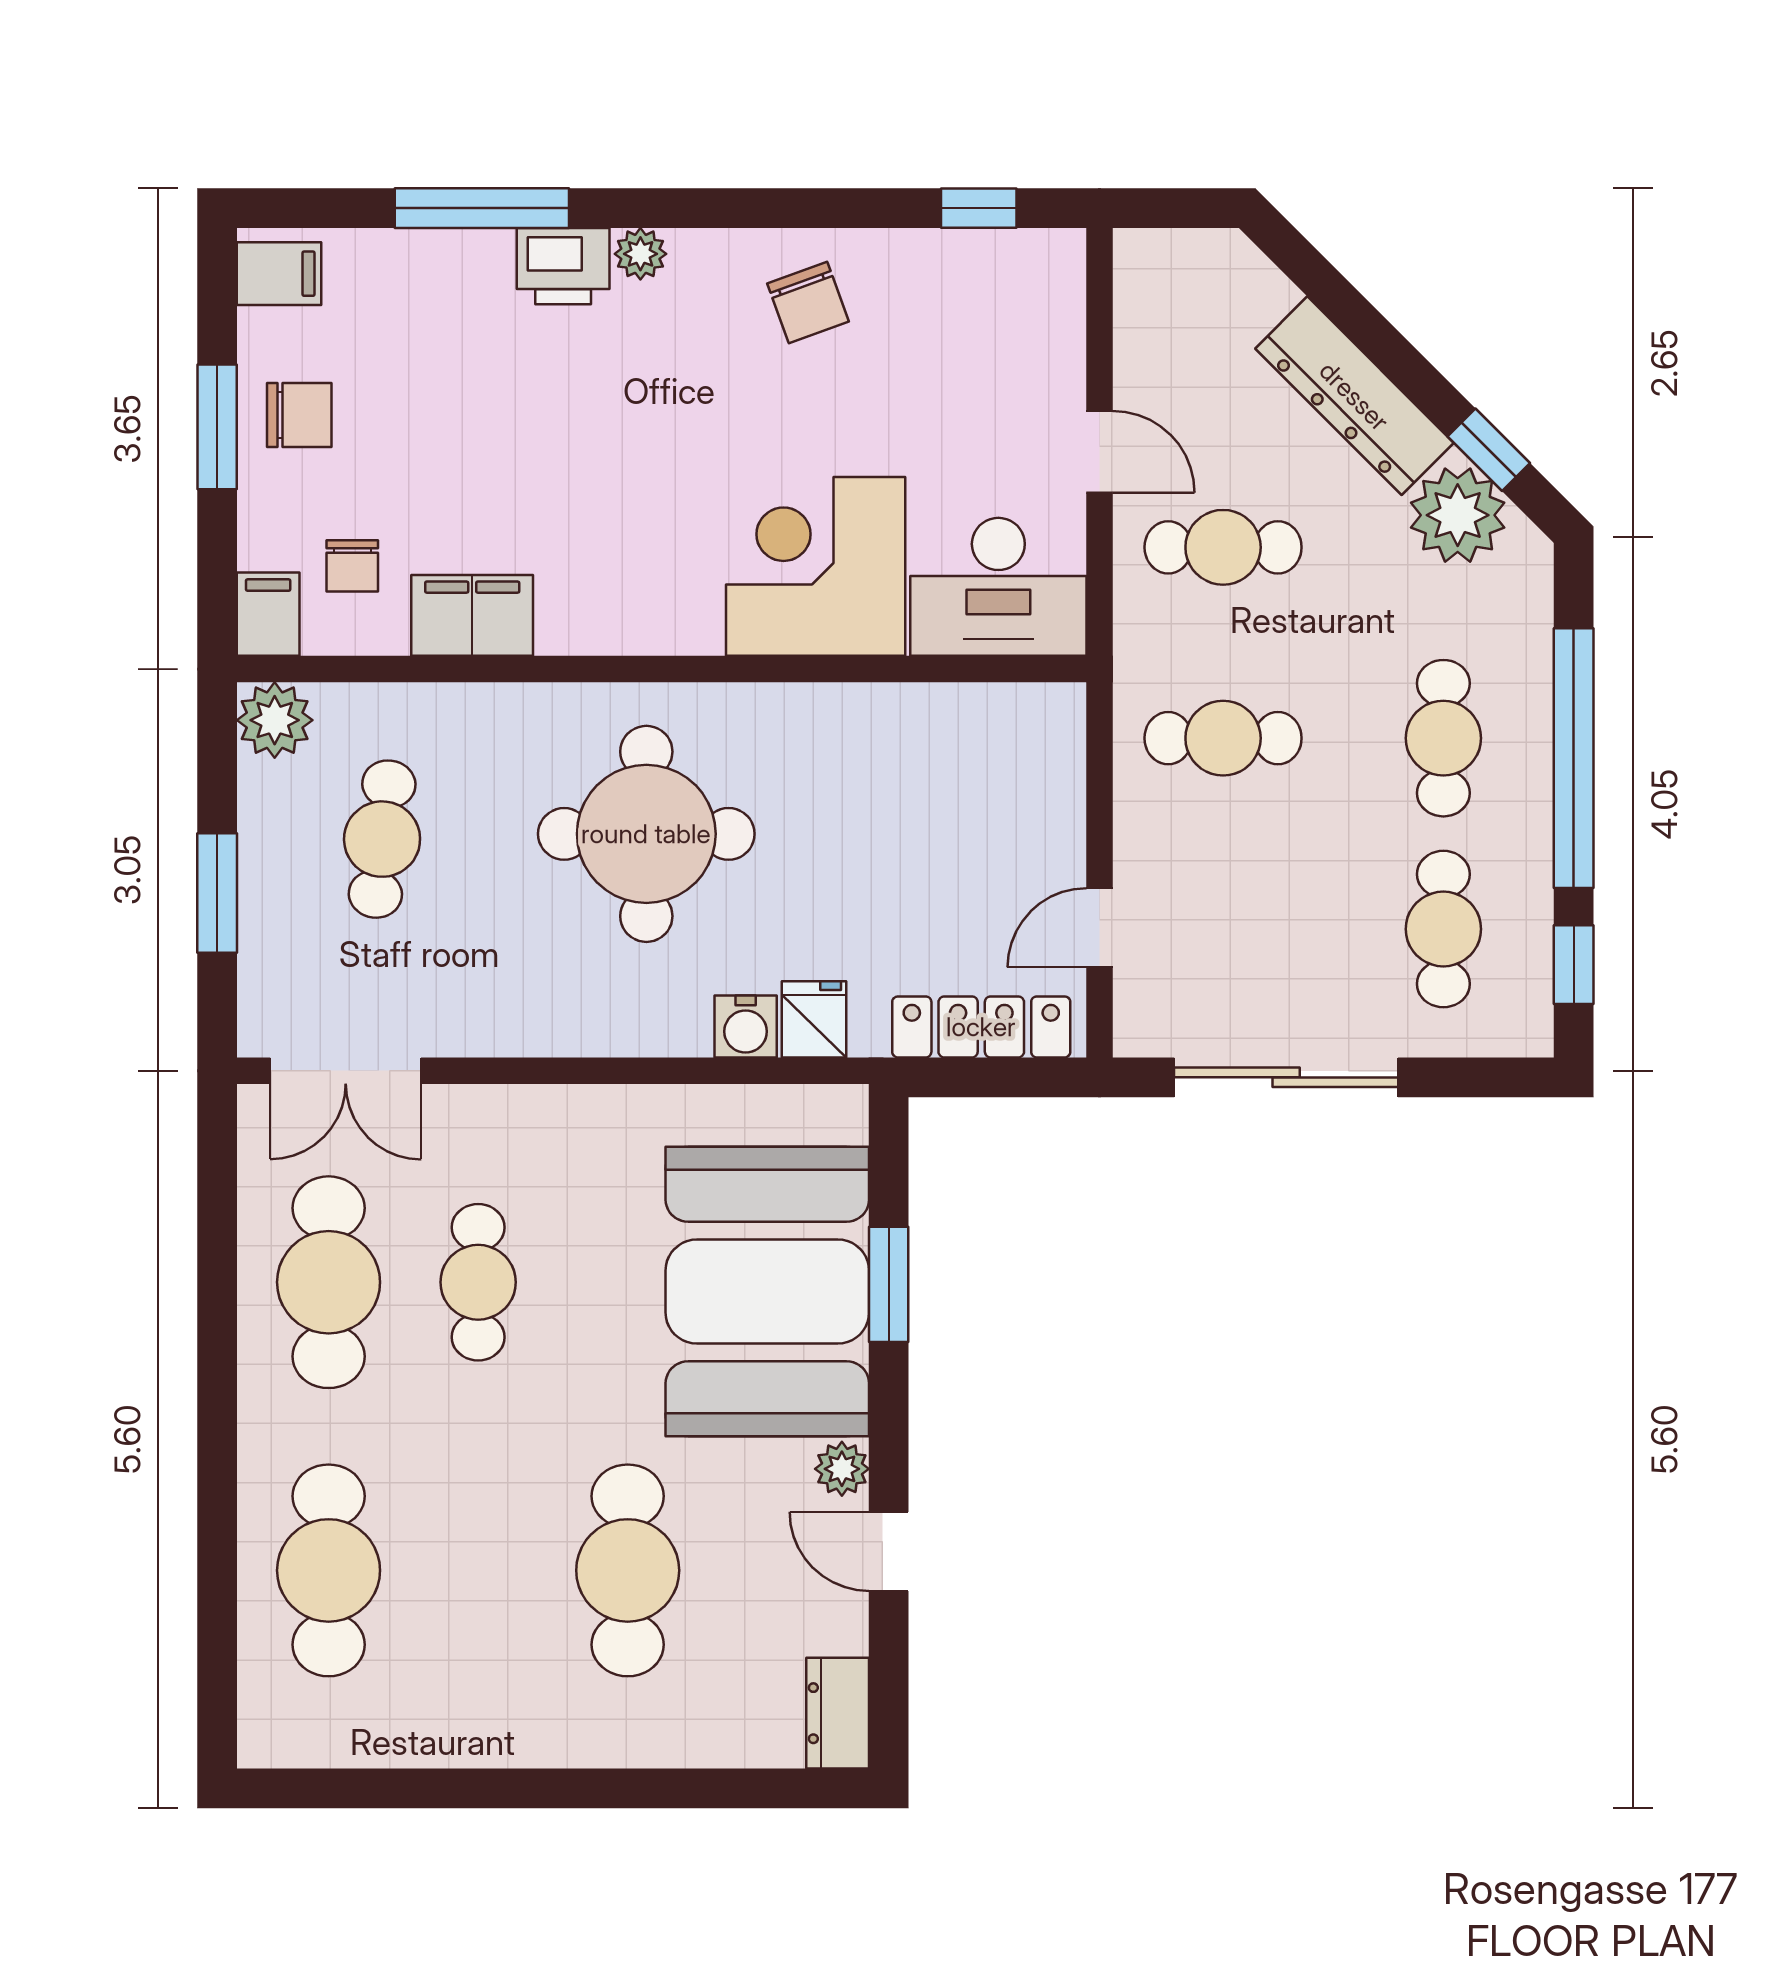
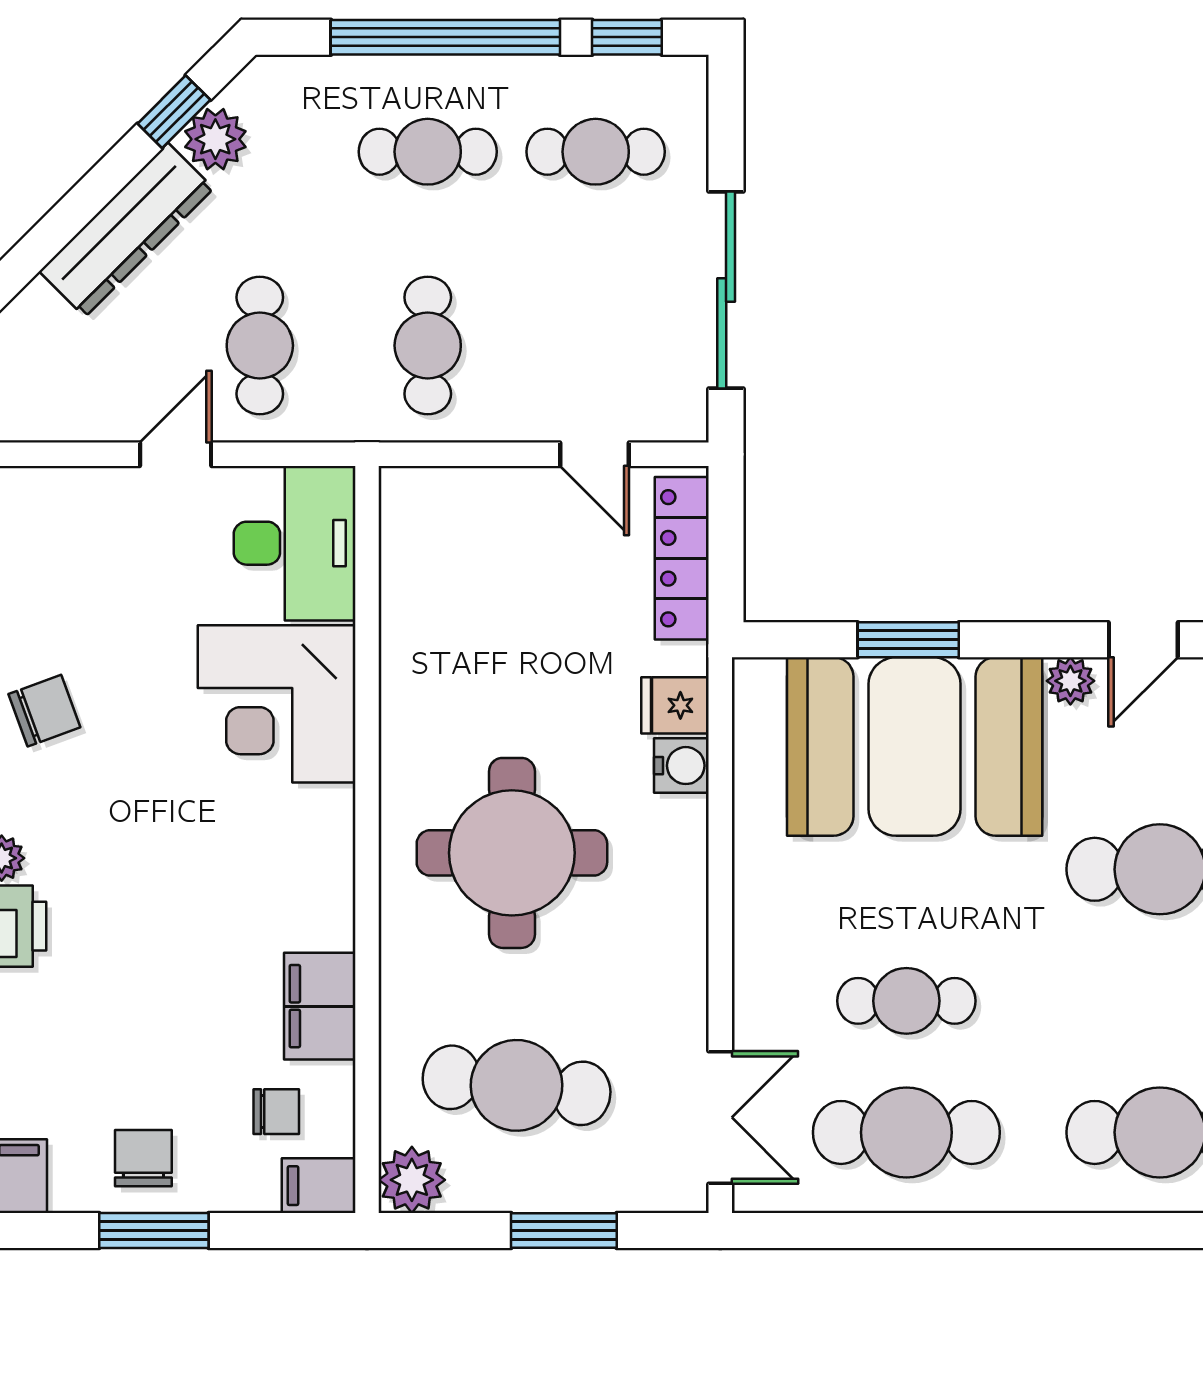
plant: (1458, 515) -> (215, 139), width x0.73, depth x0.73
cafe table: (382, 839) -> (517, 1085), width x1.37, depth x1.35

